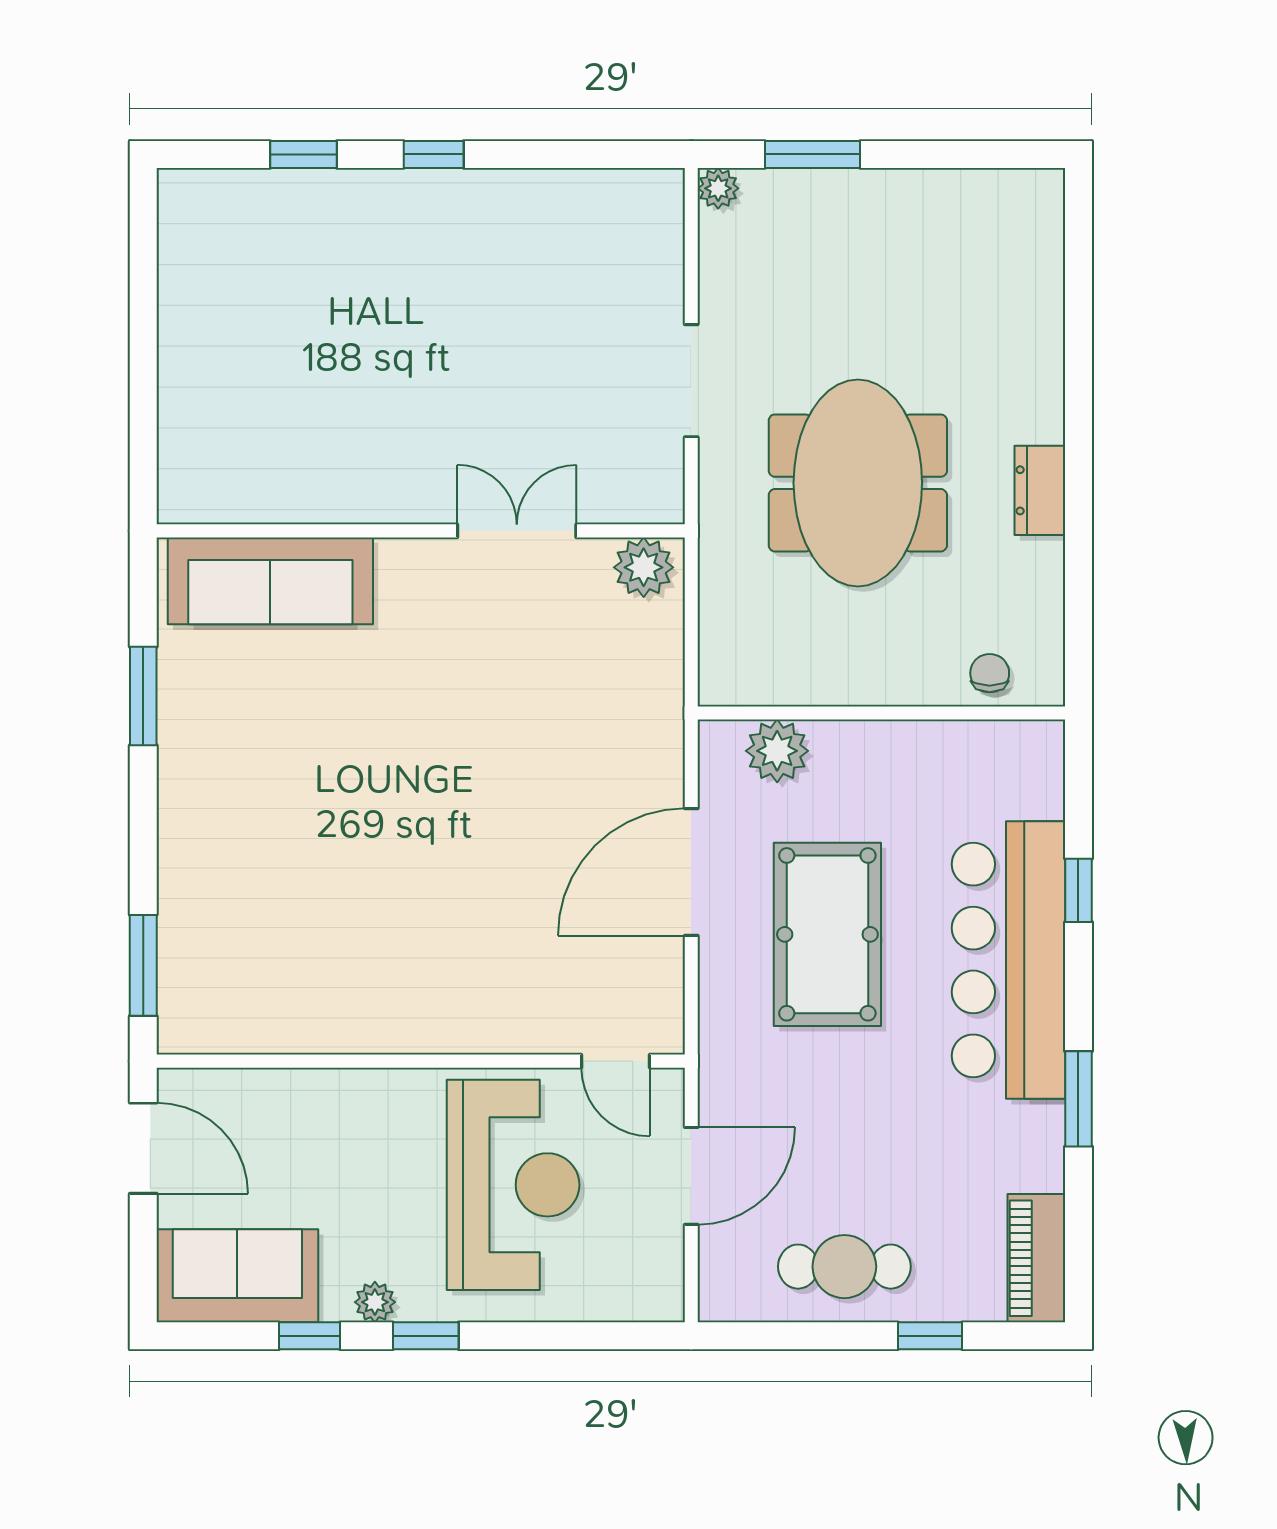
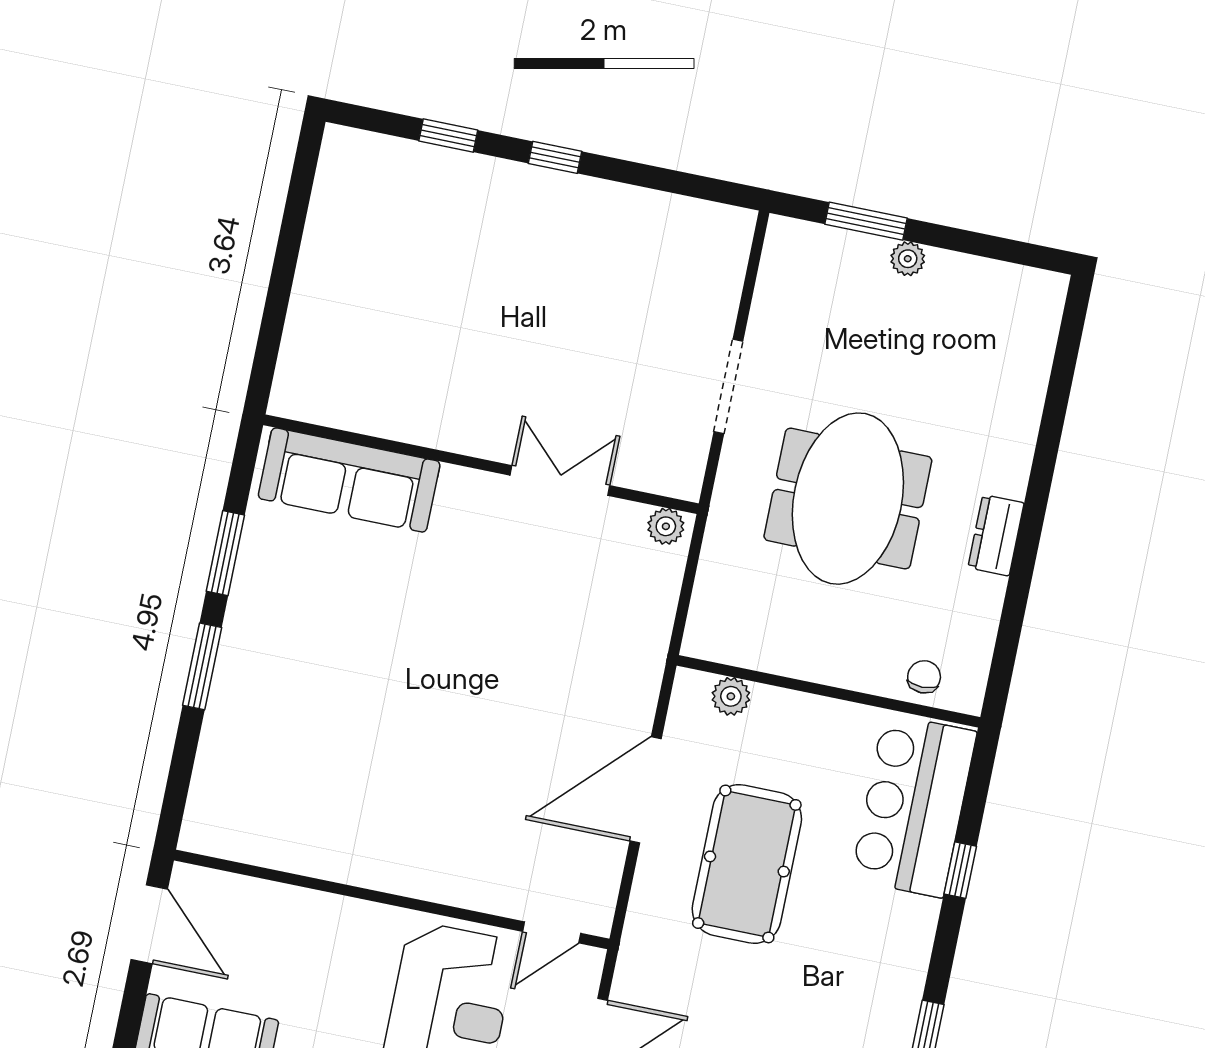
plant: (718, 188) -> (908, 259), moved
plant: (644, 567) -> (666, 526), width x0.73, depth x0.73
plant: (777, 751) -> (731, 696), width x0.73, depth x0.73
bar counter: (1008, 960) -> (914, 806), moved, width x0.73
window: (143, 965) -> (202, 666), moved
door: (616, 1061) -> (552, 932), hinge flipped

